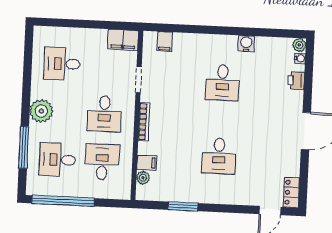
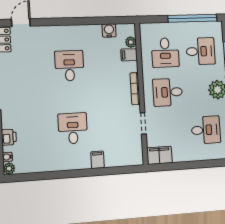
filing cabinet: (165, 42) -> (98, 160), moved
water cooler: (246, 44) -> (109, 30), moved, turned 180
desk: (104, 114) -> (168, 92), turned -90
window: (183, 206) -> (95, 21), removed

